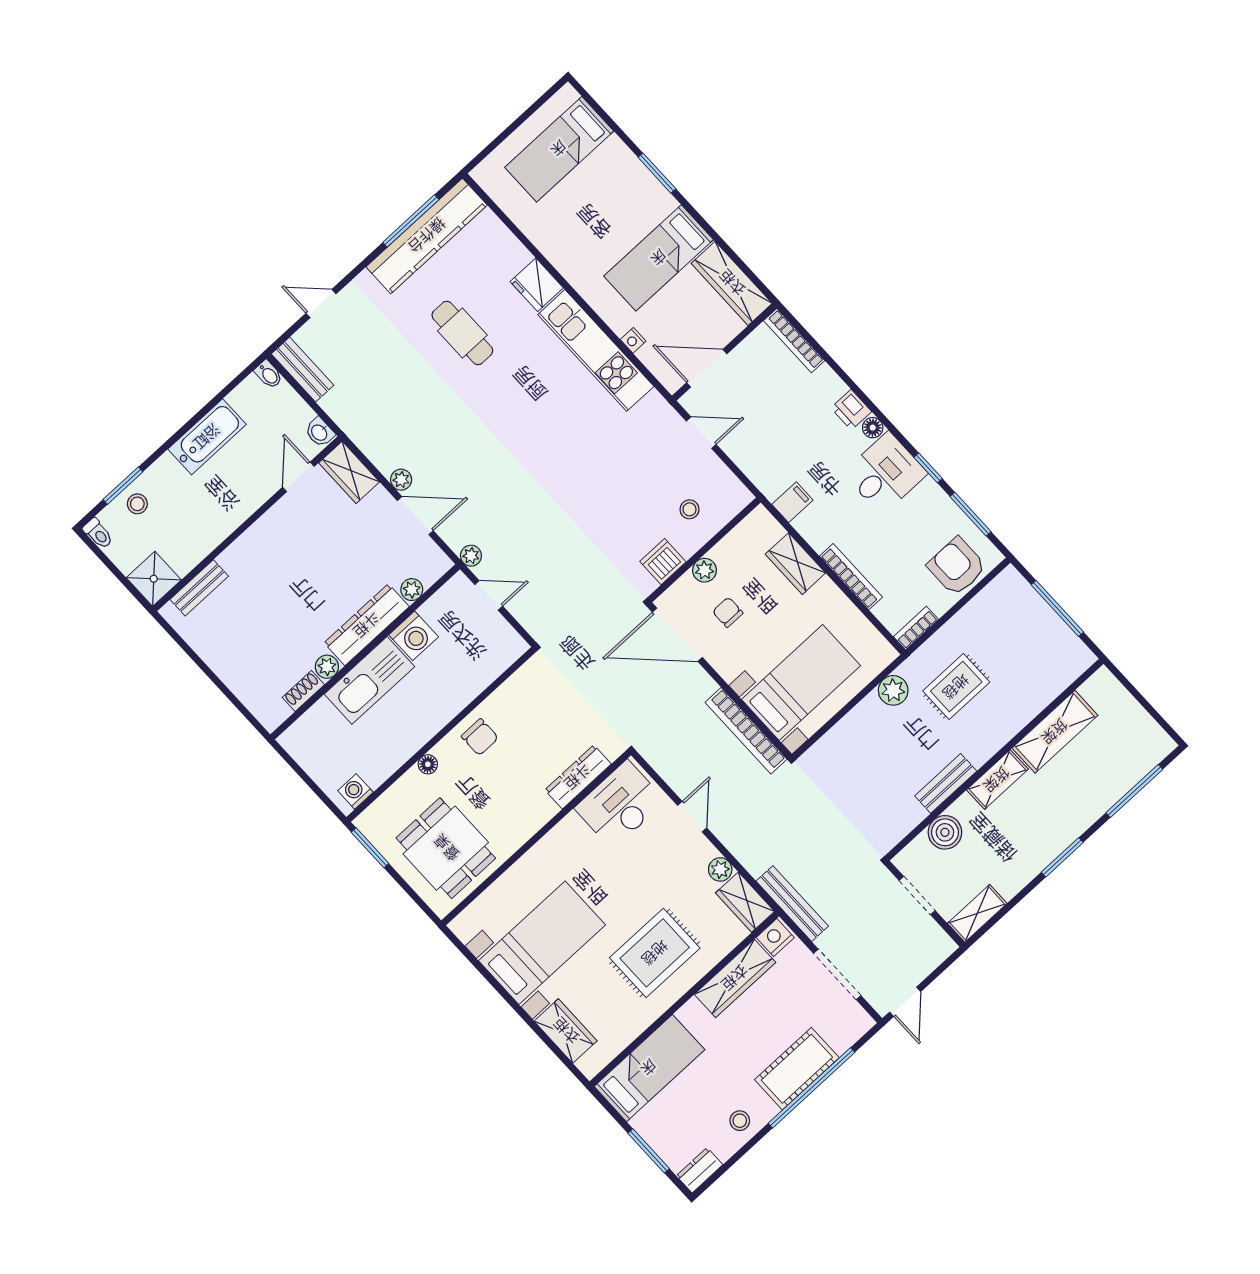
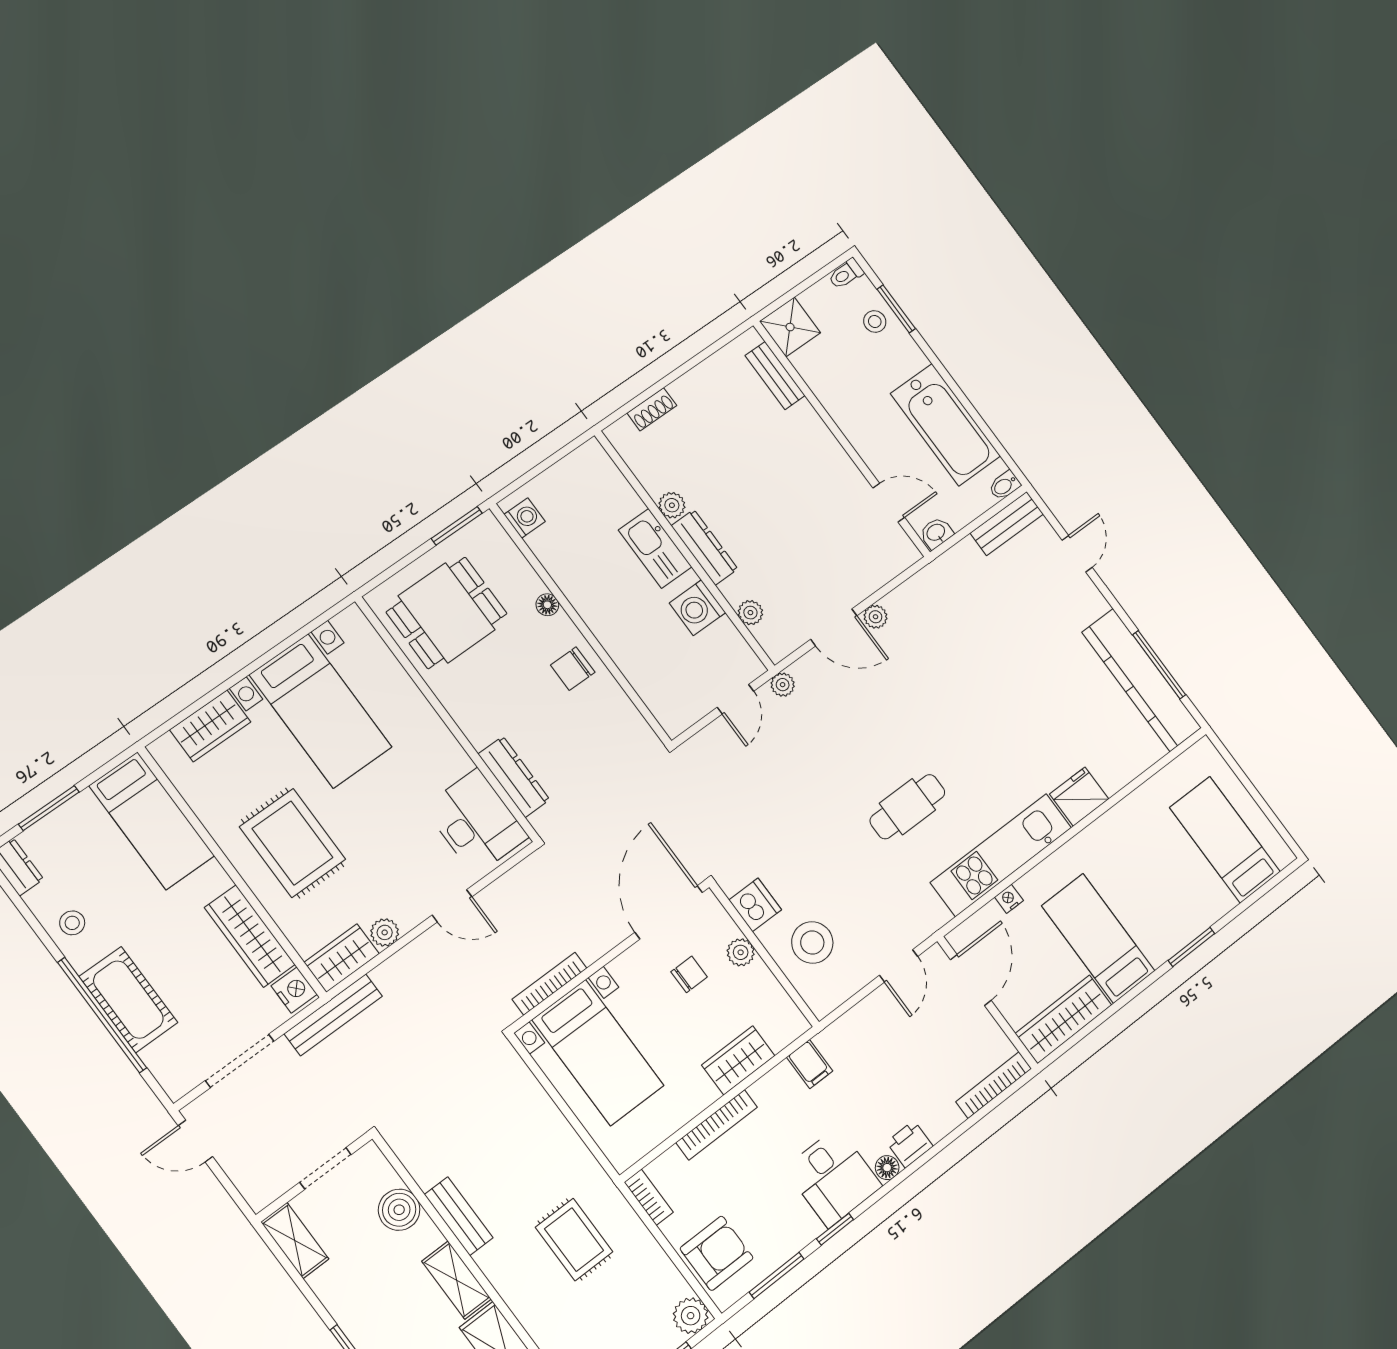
cafe table: (462, 333) -> (907, 807), moved
bathtub: (207, 437) -> (945, 425), width x1.36, depth x1.36
wardrobe: (349, 472) -> (889, 560), removed
stool: (690, 509) -> (812, 943), width x1.89, depth x1.89
door: (415, 516) -> (834, 627), hinge flipped
dresser: (367, 625) -> (705, 547), width x0.73, depth x0.80
kitchen sink: (369, 680) -> (655, 548), width x0.73, depth x0.81
plant: (893, 690) -> (691, 1316), moved
shoe rack: (303, 691) -> (652, 409), moved, turned 90
bookcase: (746, 731) -> (549, 984), width x0.68, depth x0.76

